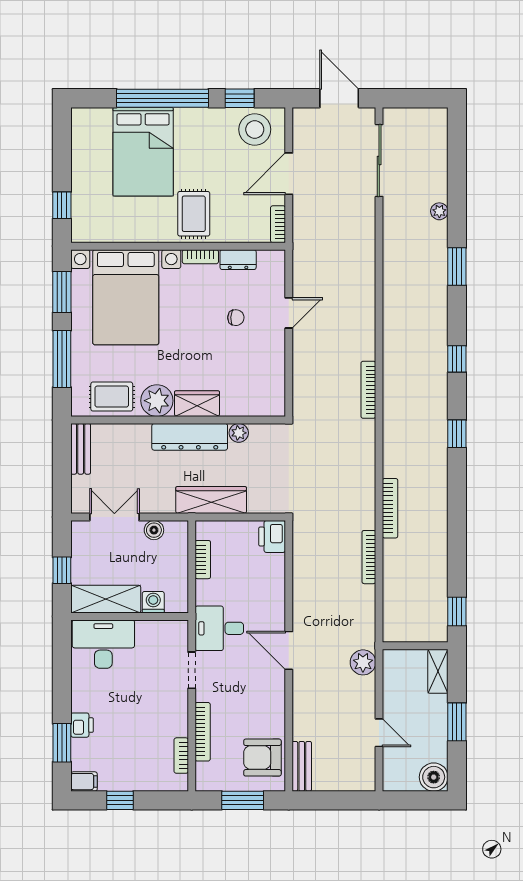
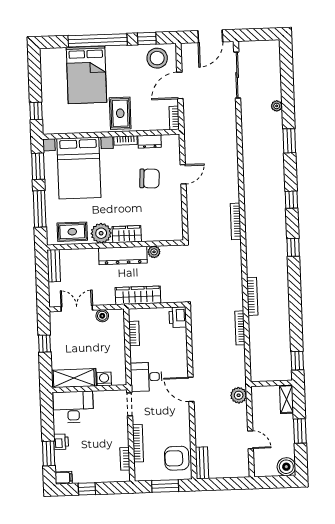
door: (339, 98) -> (210, 36), swing flipped
chair: (236, 318) -> (149, 178), width x1.87, depth x1.87
shelving: (106, 599) -> (74, 378), moved
washing machine: (153, 602) -> (104, 379), moved
wall: (130, 616) -> (89, 389), moved
desk: (103, 644) -> (73, 407), moved

